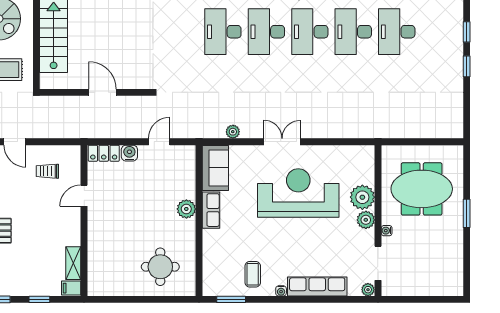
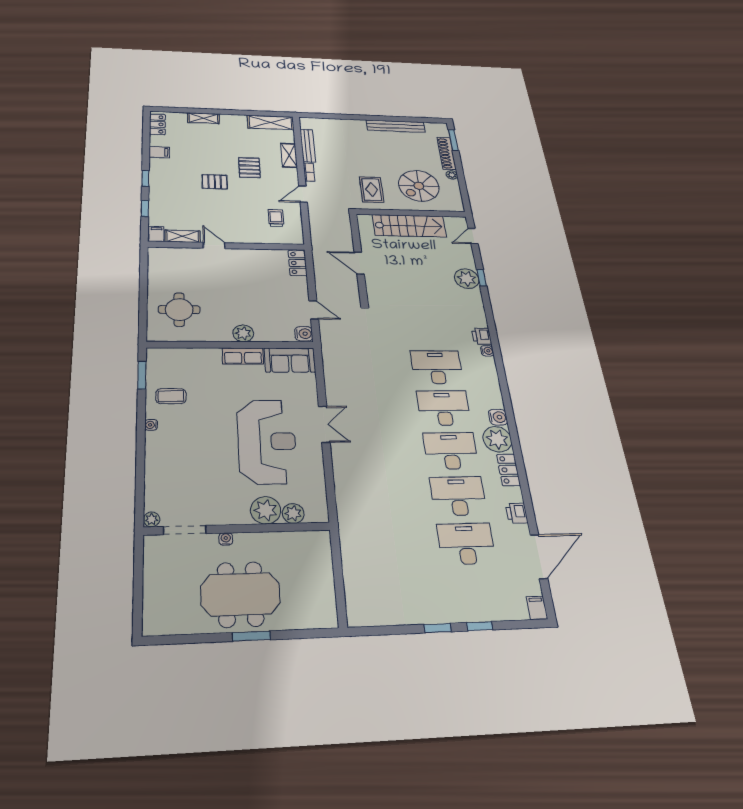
door: (103, 92) -> (359, 263), swing flipped
plant: (233, 132) -> (331, 376), removed
water cooler: (129, 153) -> (304, 334), moved
meeting table: (422, 189) -> (240, 594), moved, turned 90
door: (84, 196) -> (214, 246), moved
plant: (366, 220) -> (293, 513), moved
row of seats: (317, 287) -> (156, 463), removed

